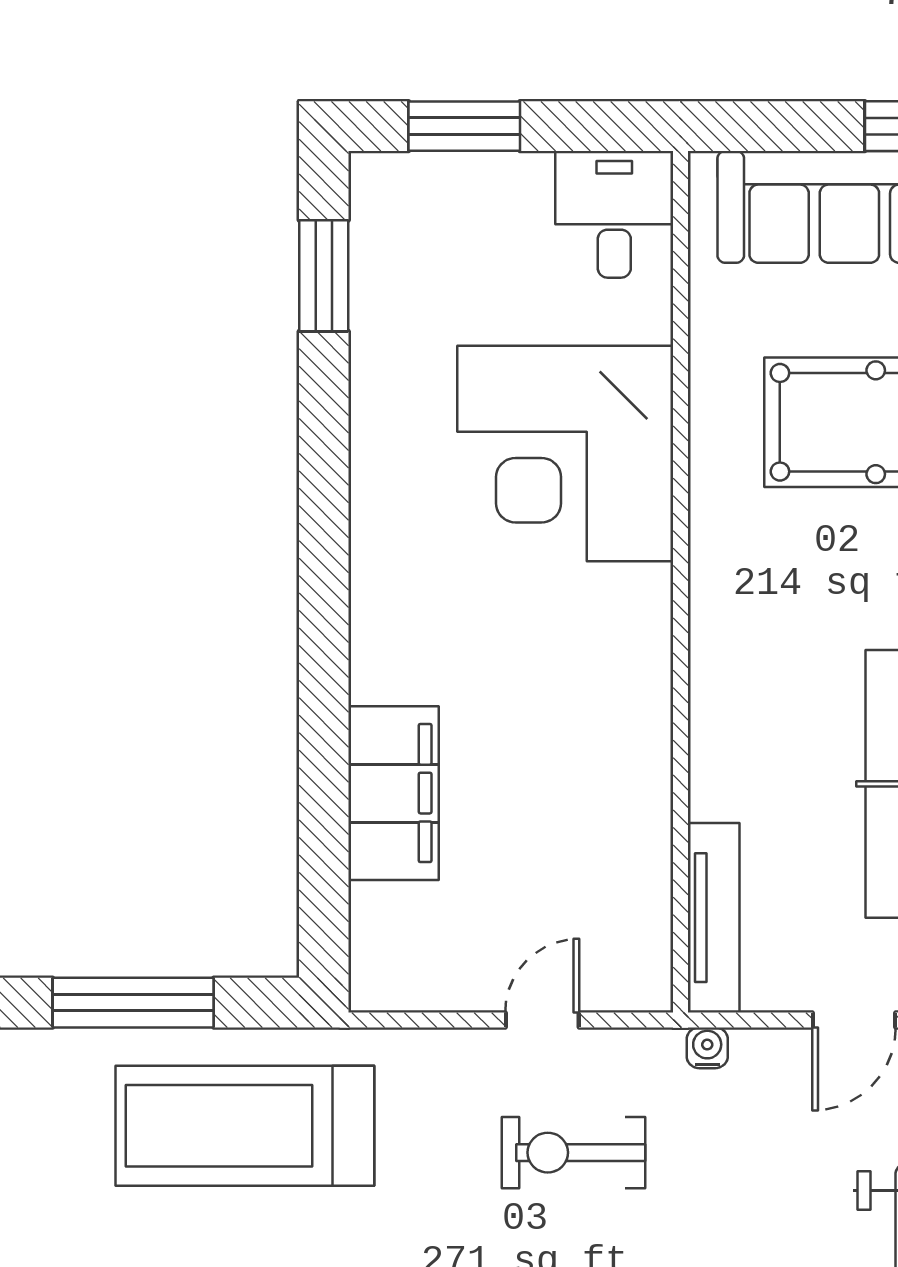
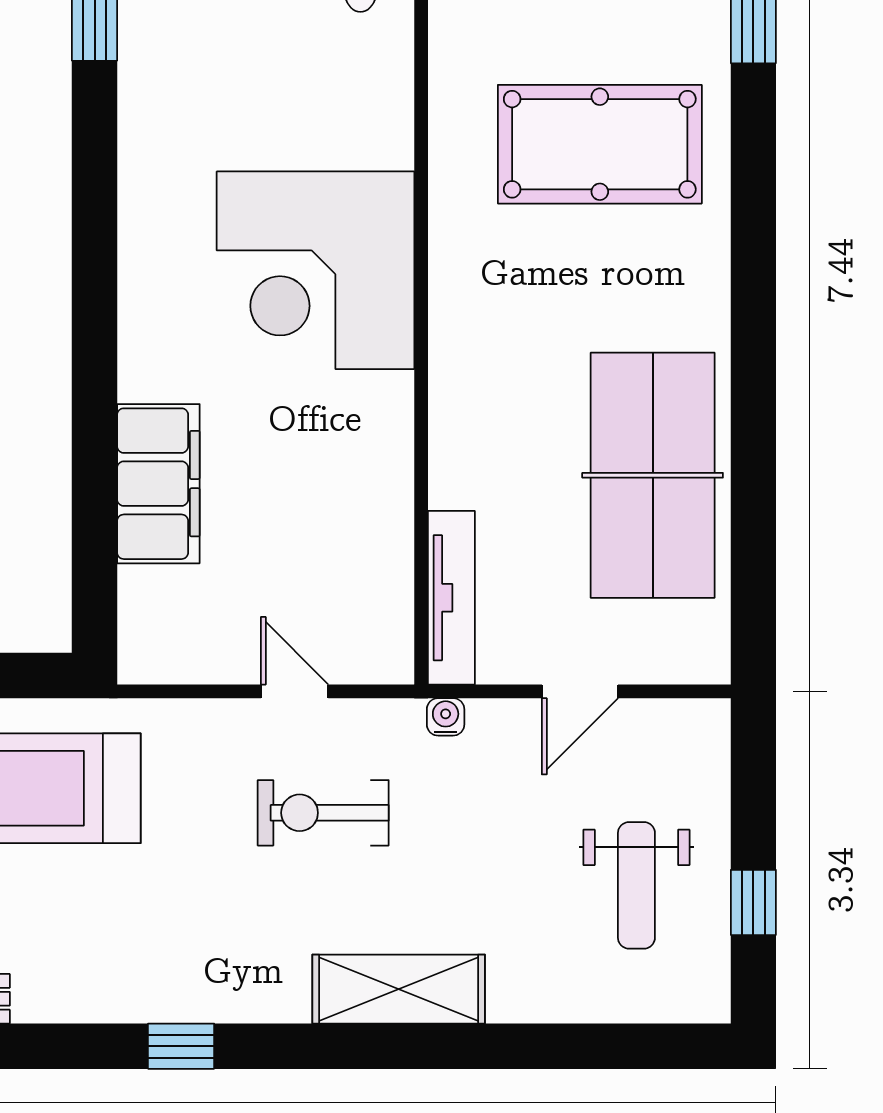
corner desk: (565, 454) -> (316, 270), moved
door: (542, 1020) -> (295, 691), hinge flipped

